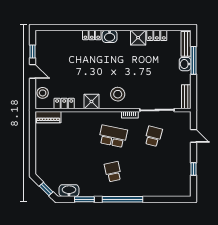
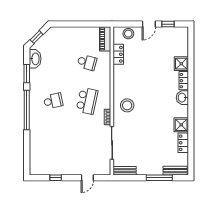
washbasin: (185, 64) -> (156, 170), removed
shower: (91, 102) -> (181, 64), moved
school desk: (153, 136) -> (87, 62), moved

